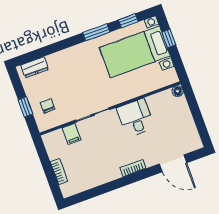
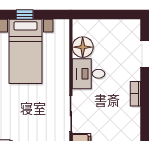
floor lamp: (178, 91) -> (83, 47), moved, width x1.89, depth x1.89

